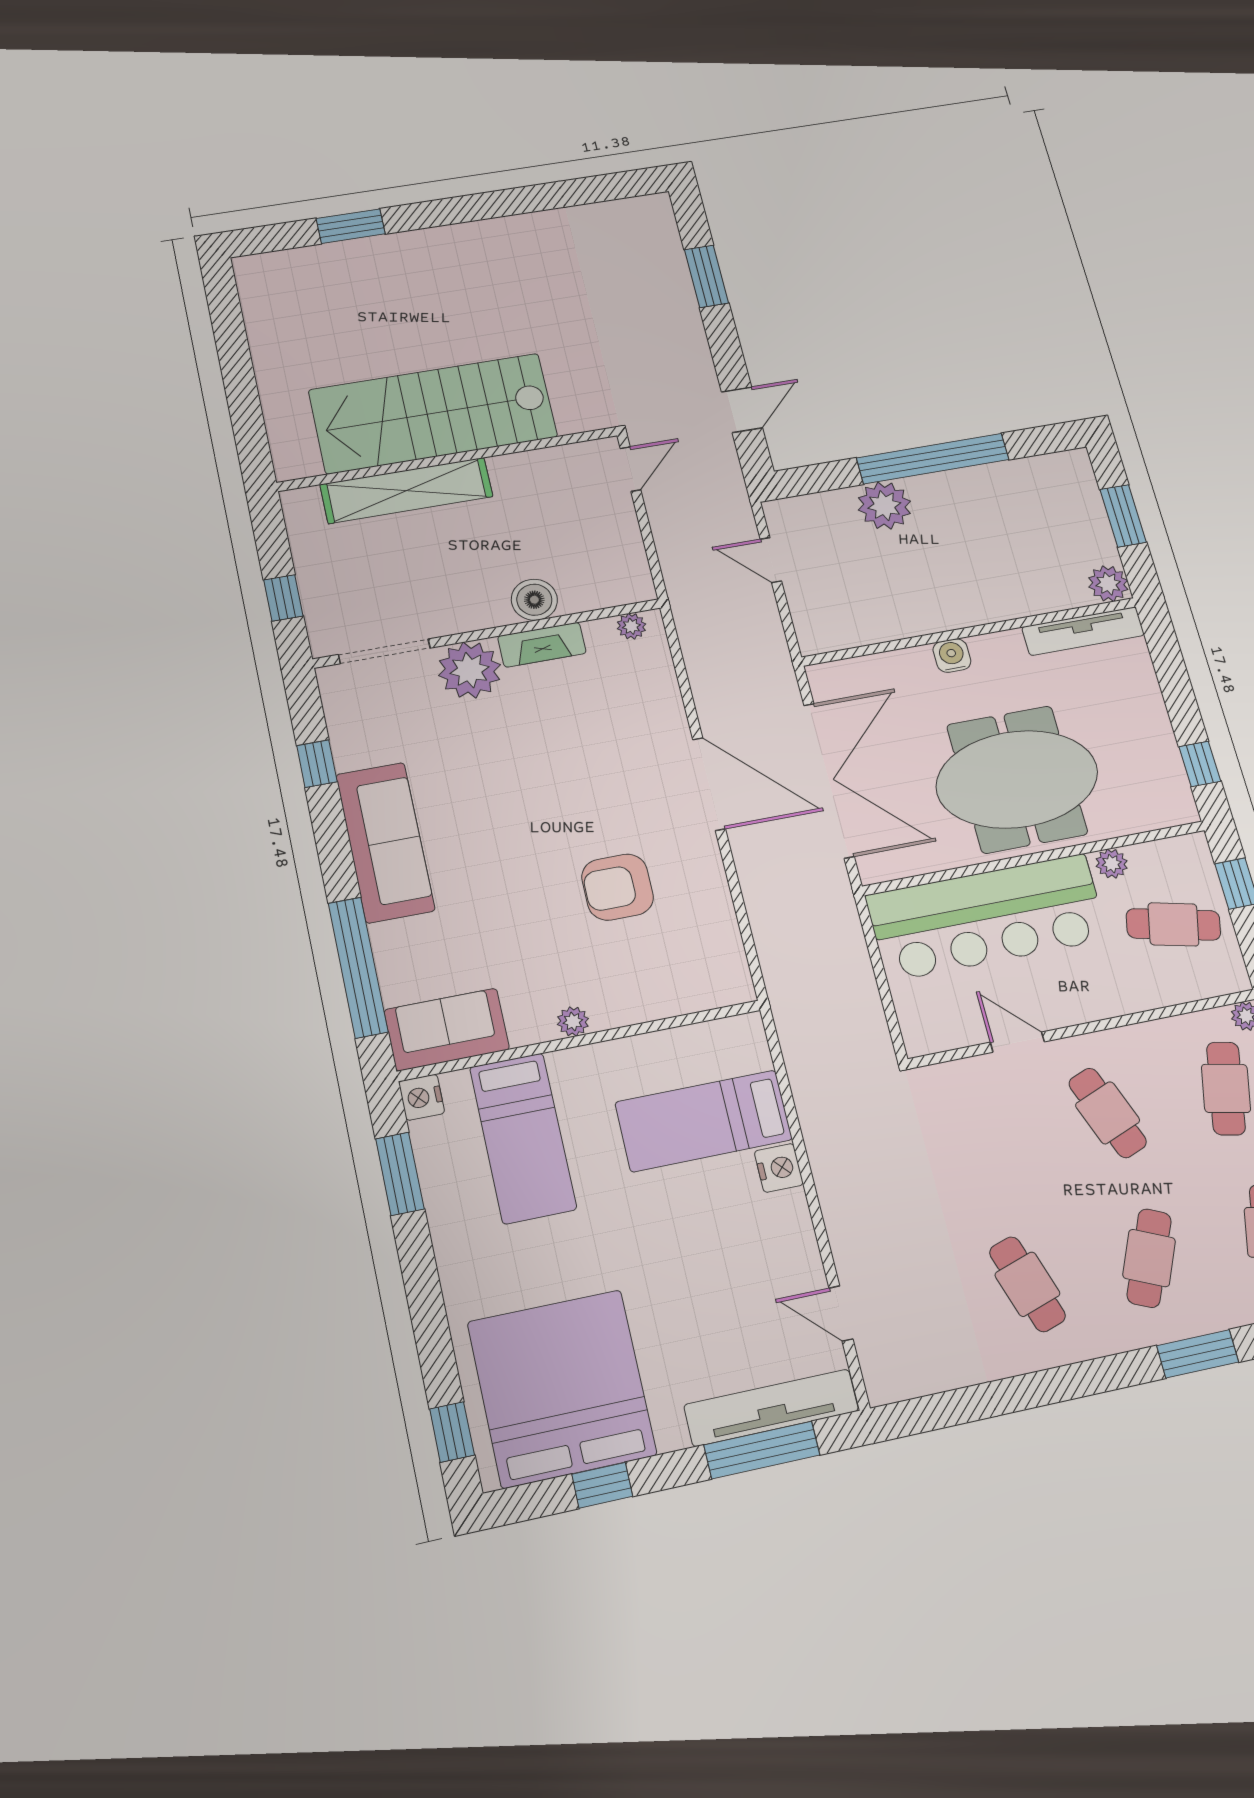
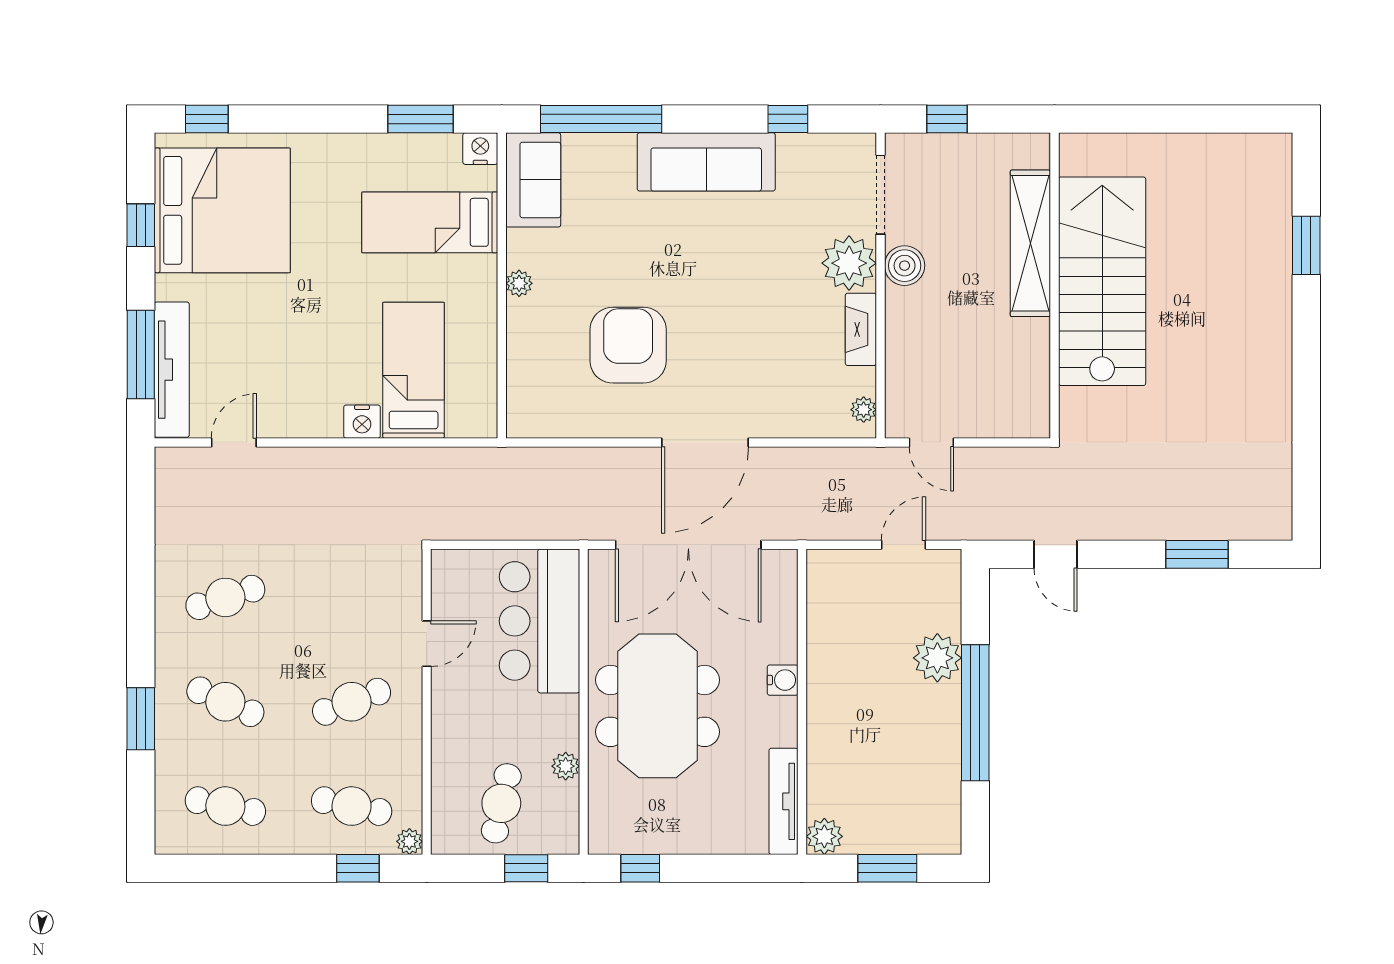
door: (631, 469) -> (931, 442), moved
boiler: (534, 600) -> (905, 266), moved
armchair: (618, 887) -> (628, 345), width x1.36, depth x1.36
bar counter: (987, 917) -> (539, 621), width x0.73

